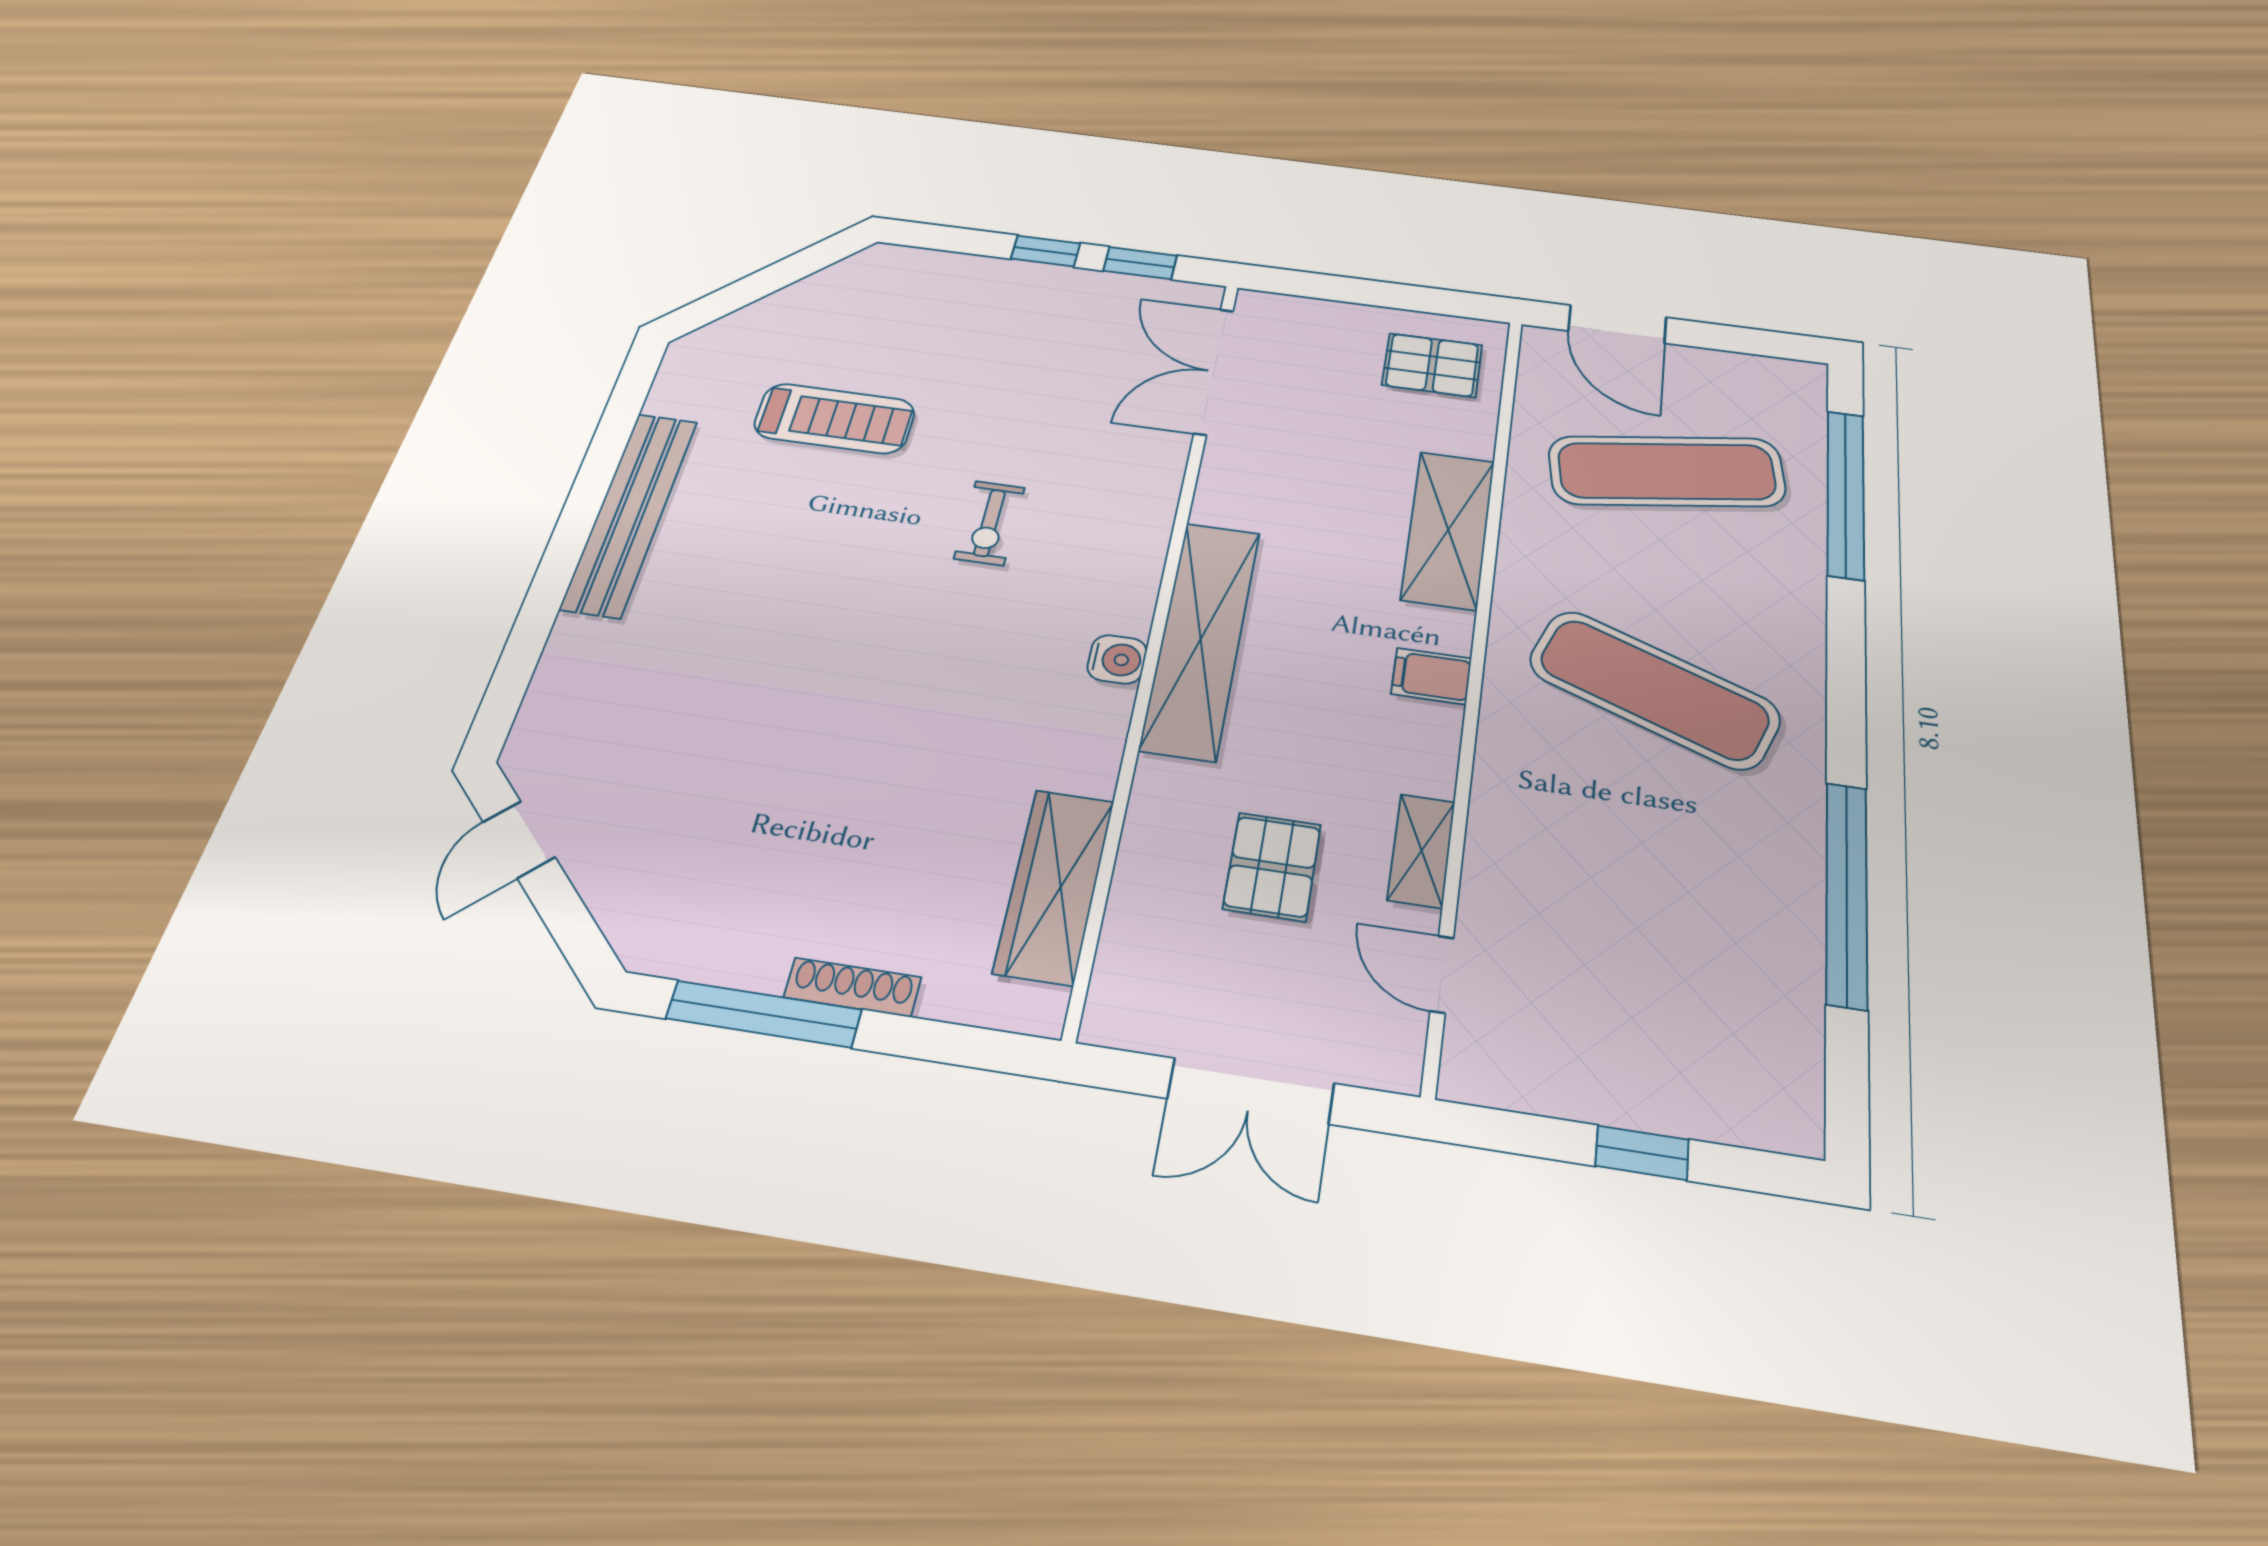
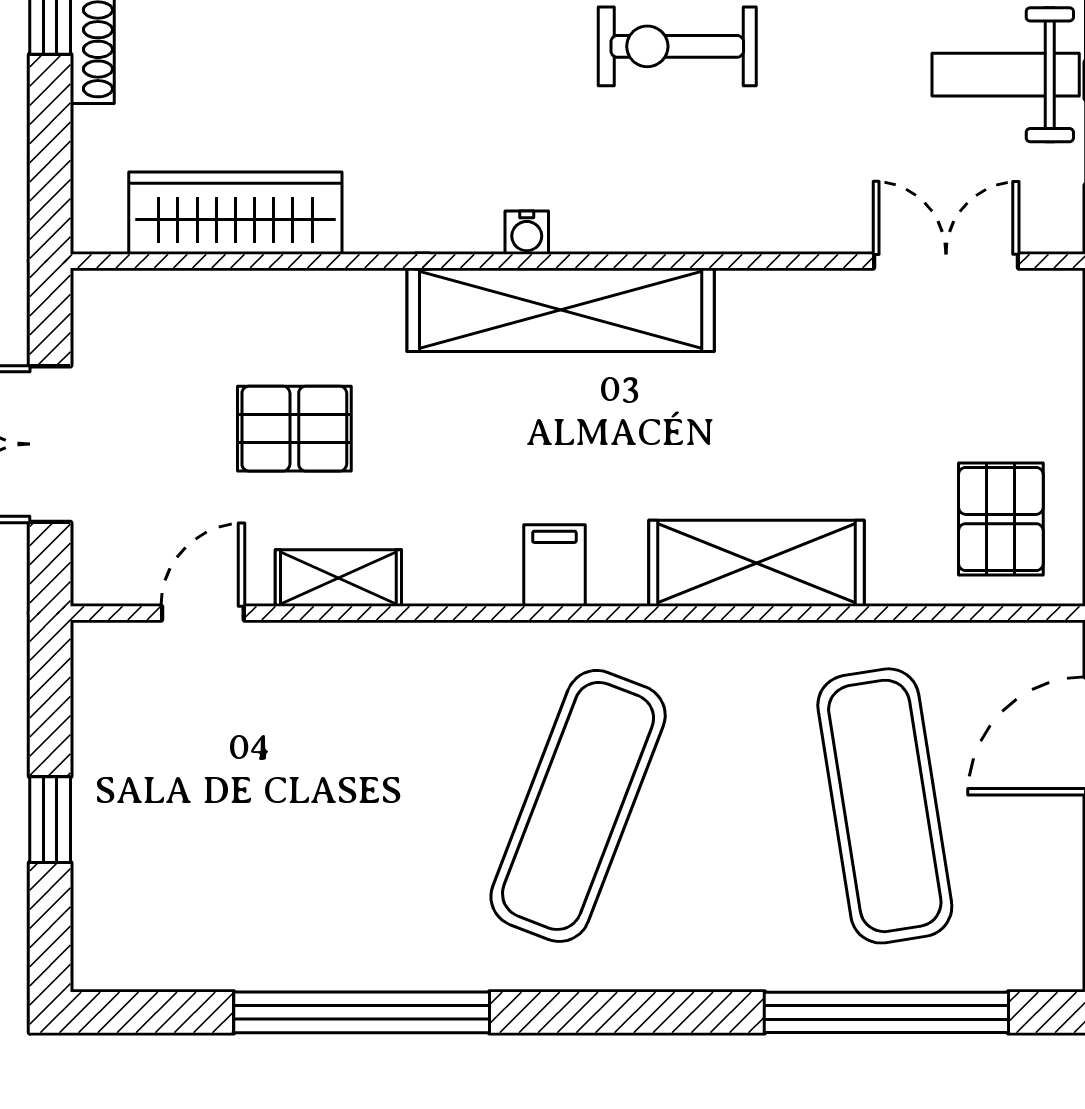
weight bench: (1071, 315) -> (1006, 75), added
double door: (1214, 371) -> (946, 261), width x0.73
exercise bike: (990, 523) -> (677, 46), width x1.38, depth x1.39
water cooler: (1117, 659) -> (527, 233), width x0.72, depth x0.72

